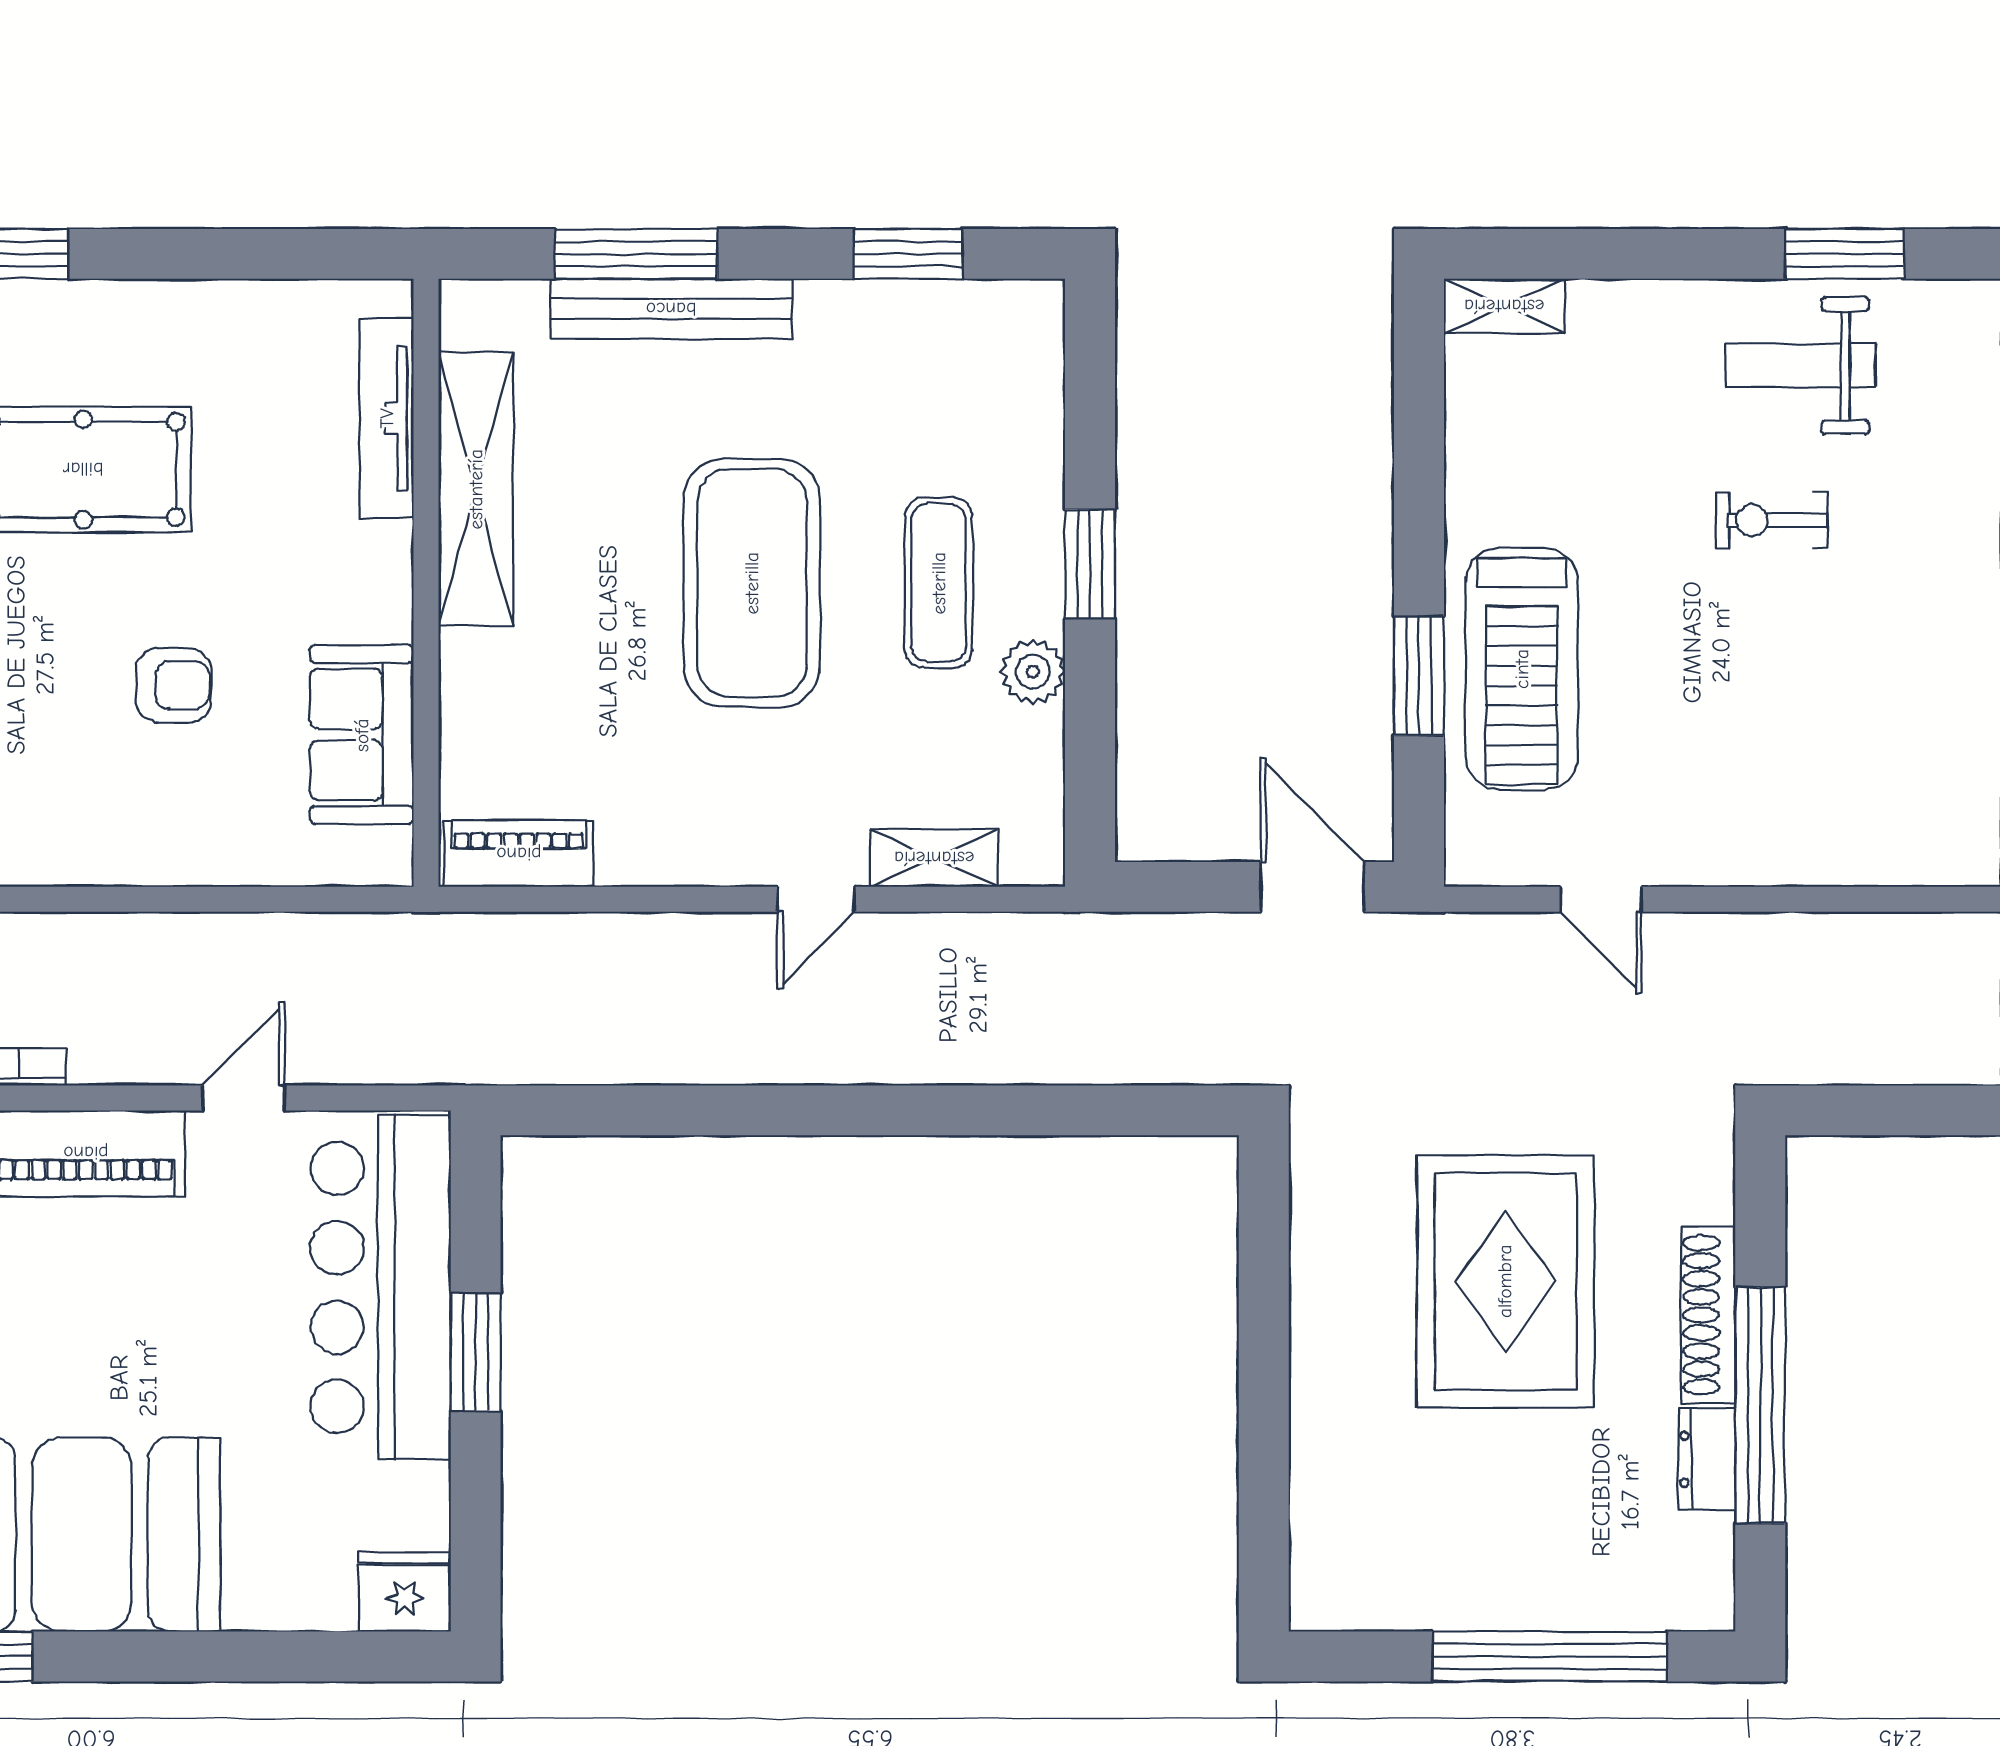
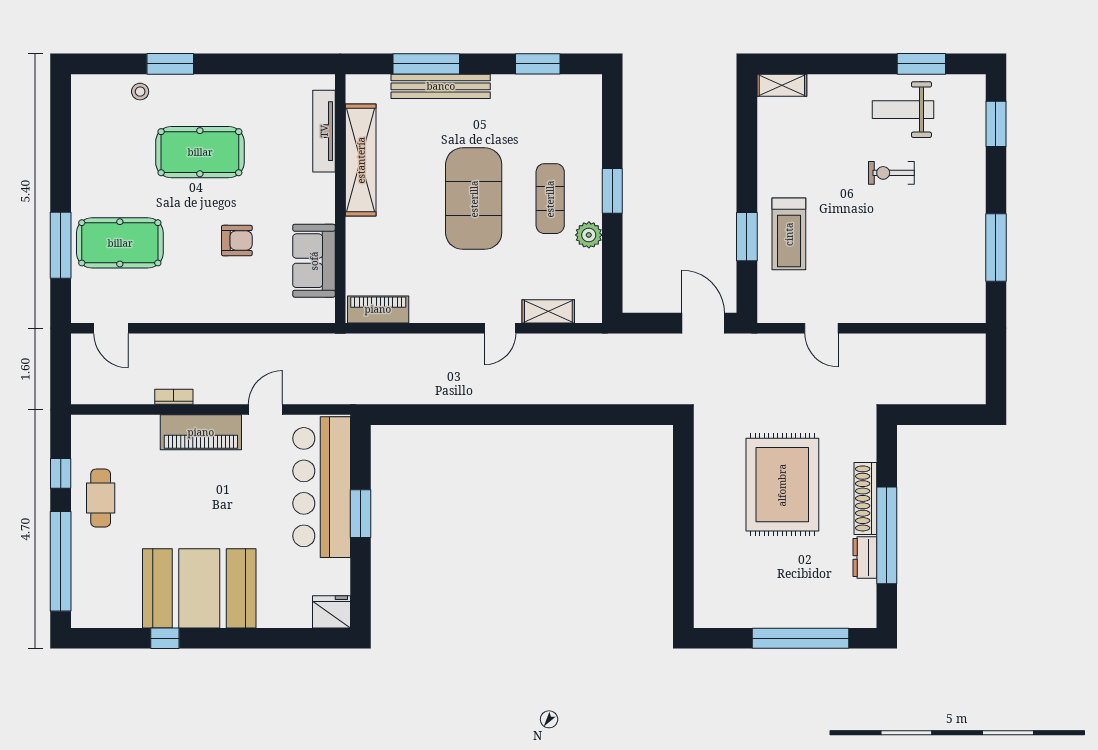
treadmill: (1522, 669) -> (789, 234), width x0.73, depth x0.73

